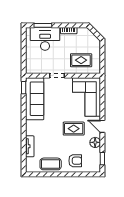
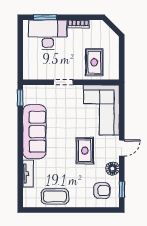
rug: (81, 60) -> (94, 62), turned 90
sofa: (35, 99) -> (34, 132), moved
door: (102, 126) -> (122, 148), swing flipped
rug: (74, 129) -> (85, 151), turned 90
armchair: (75, 161) -> (102, 191), moved

